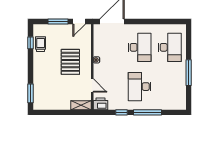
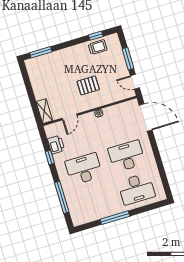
desk: (140, 47) -> (127, 156), turned 180
pallet: (70, 62) -> (88, 85), width x0.67, depth x0.71
printer: (100, 104) -> (56, 145), moved
window: (147, 112) -> (62, 197), moved

